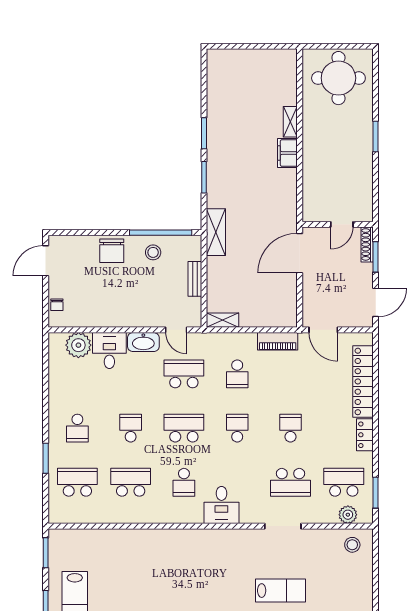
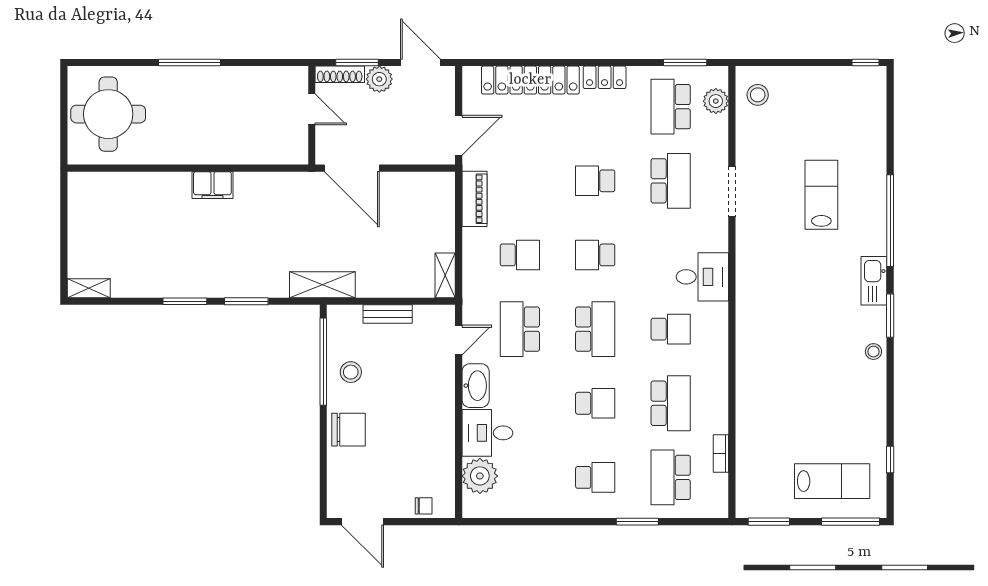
shelving: (290, 122) -> (89, 288), moved
window: (376, 136) -> (189, 63), width x1.44
plant: (364, 273) -> (379, 79), added
school desk: (131, 428) -> (595, 403), turned 180
school desk: (184, 428) -> (595, 329), turned 180
school desk: (131, 482) -> (671, 403), turned 180
bookcase: (95, 518) -> (721, 454), added

